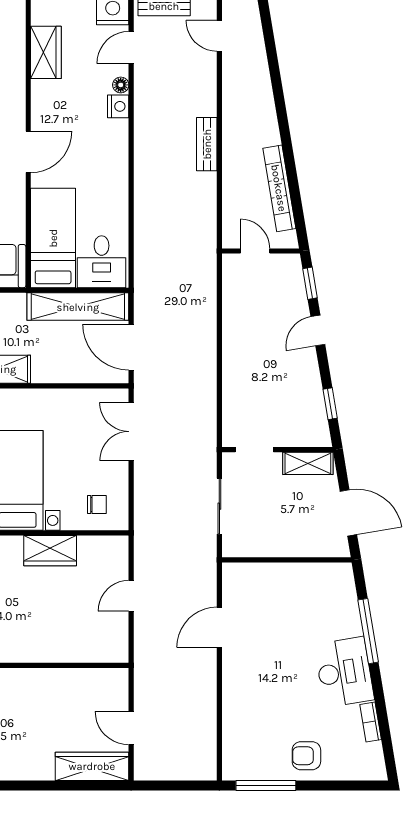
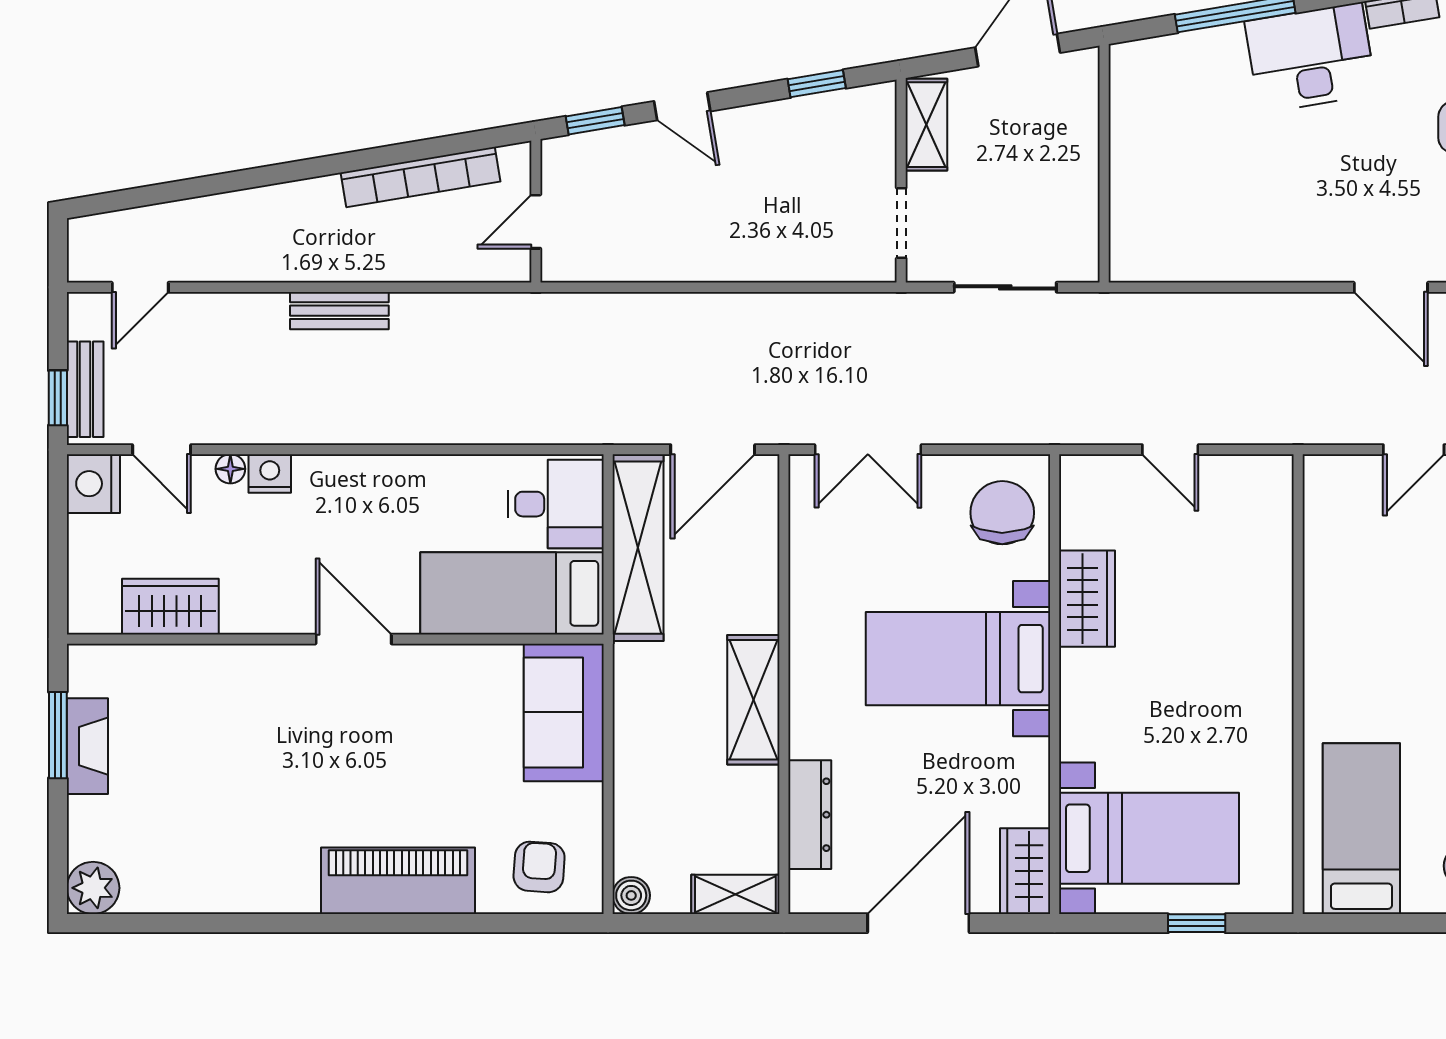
chair: (97, 505) -> (1002, 513), width x1.87, depth x1.87
door: (219, 627) -> (1391, 287), moved

